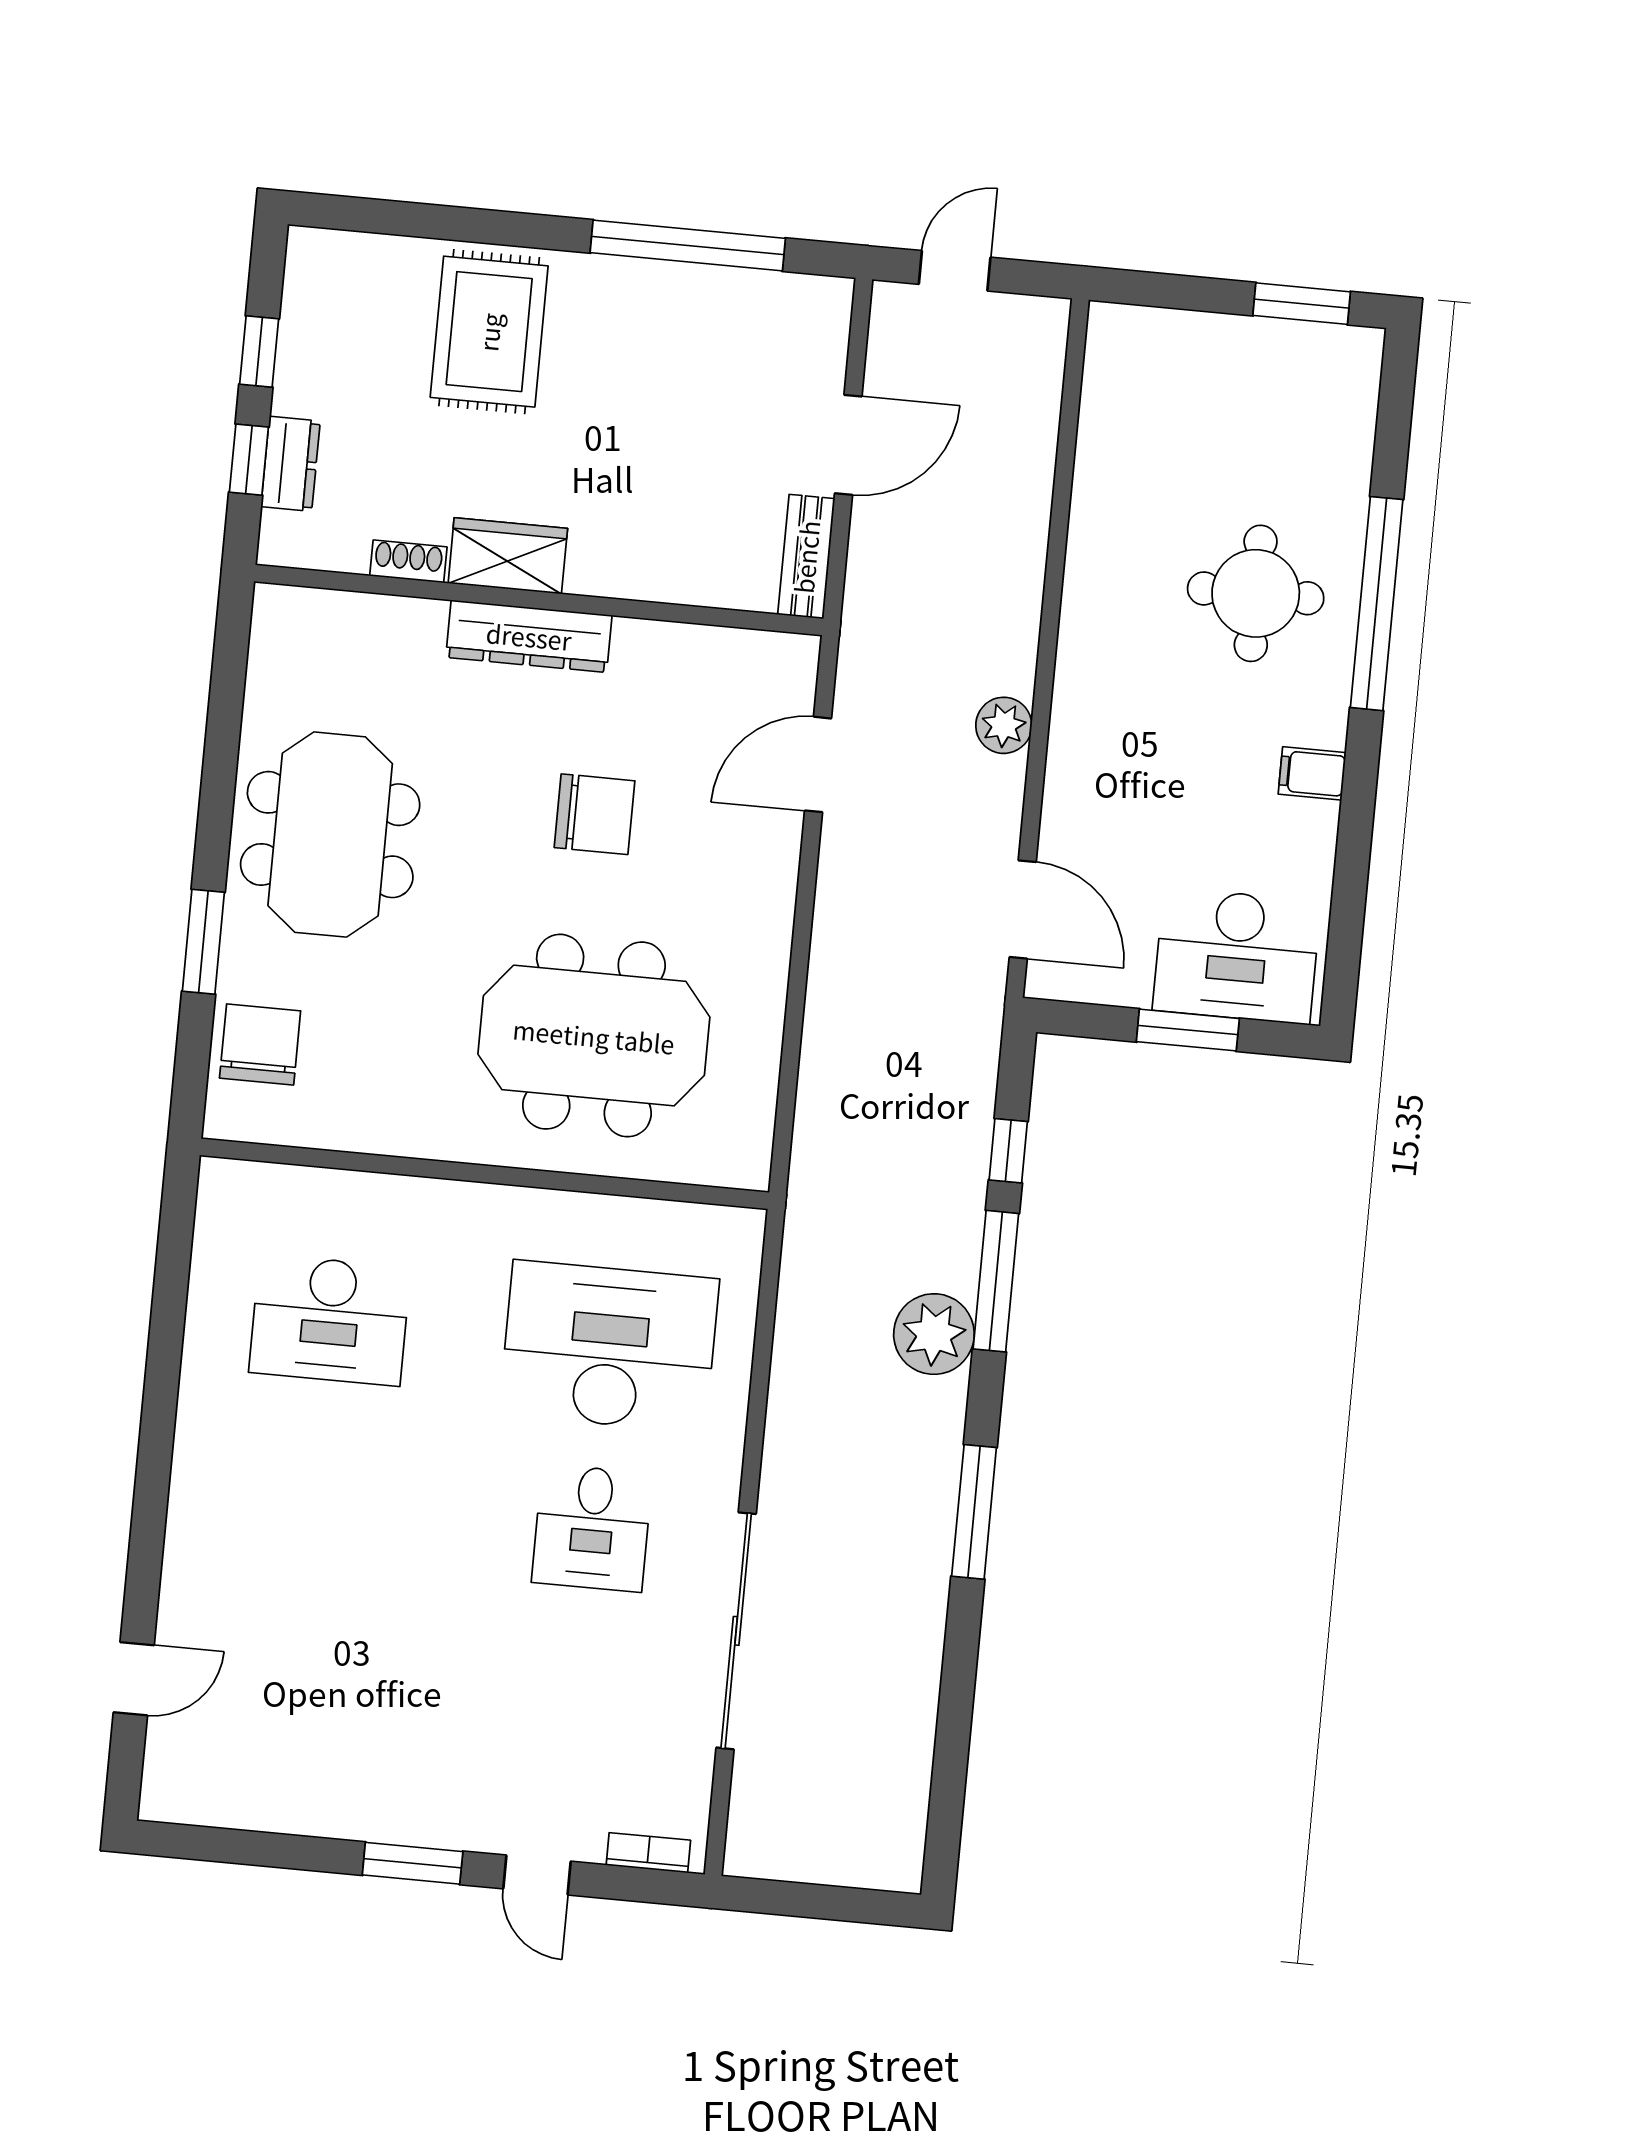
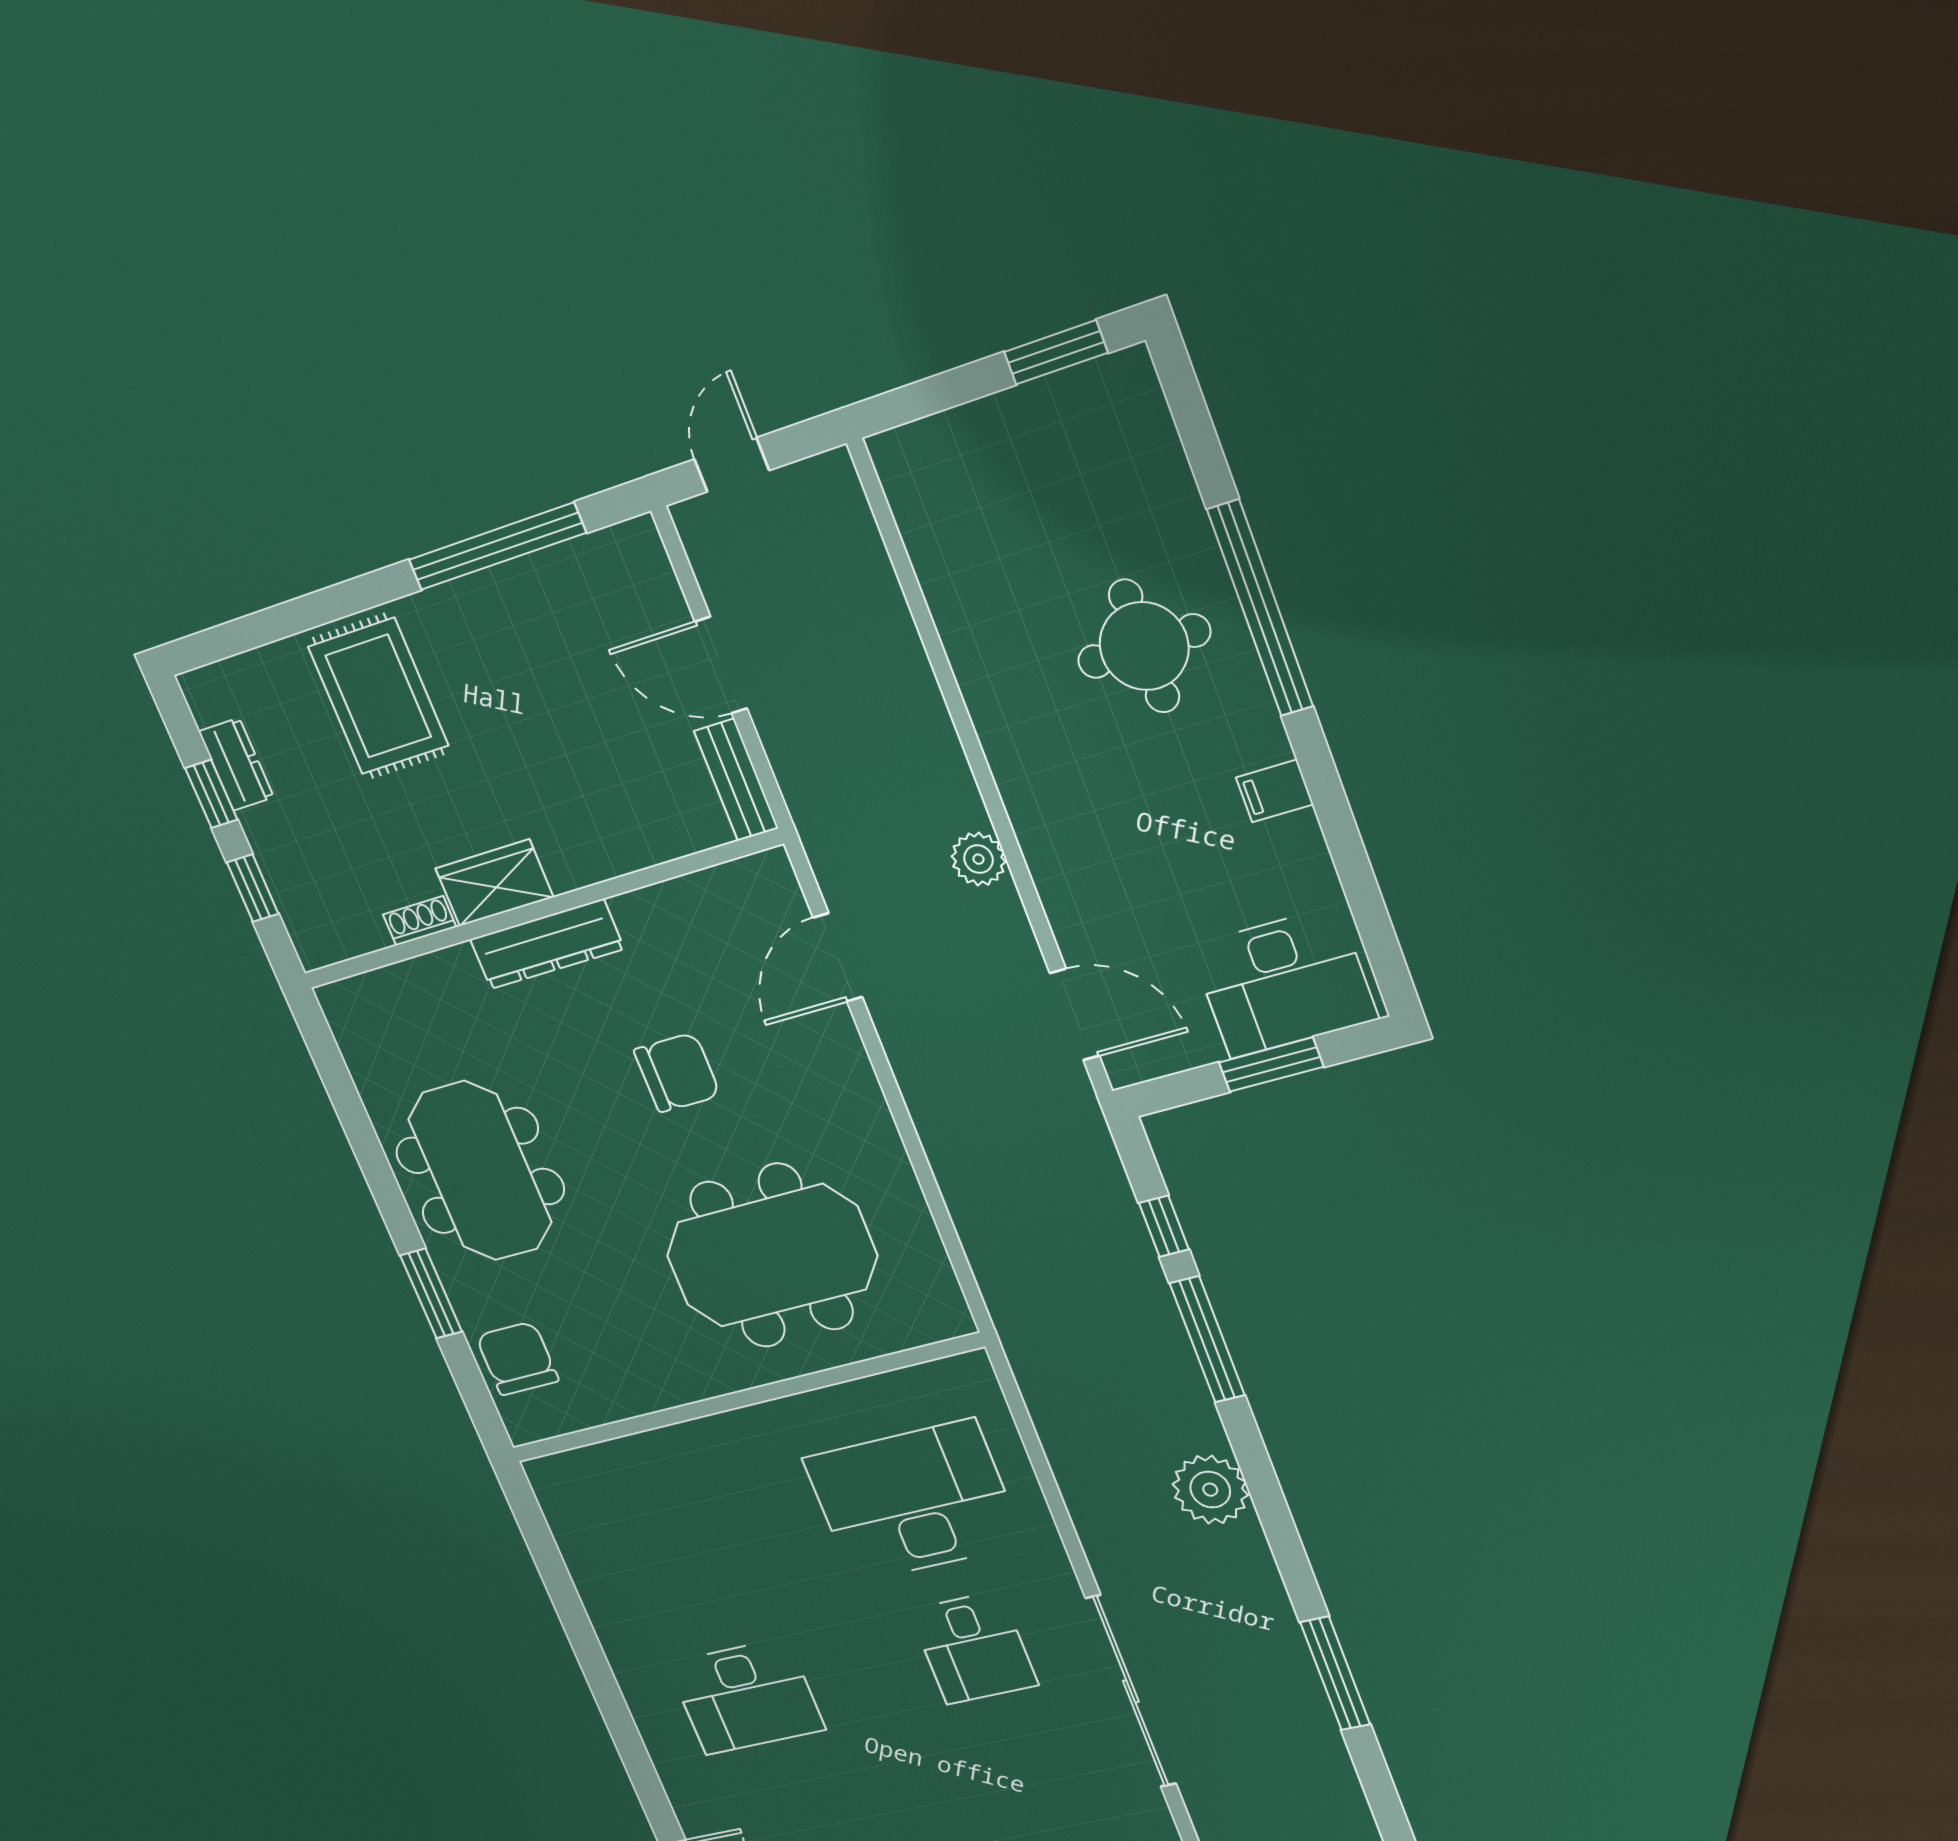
door: (848, 445) -> (721, 665), swing flipped
dresser: (291, 464) -> (236, 764), moved
desk: (330, 1320) -> (746, 1697), moved
plant: (934, 1334) -> (1210, 1490), moved
window: (974, 1512) -> (1335, 1673), moved

